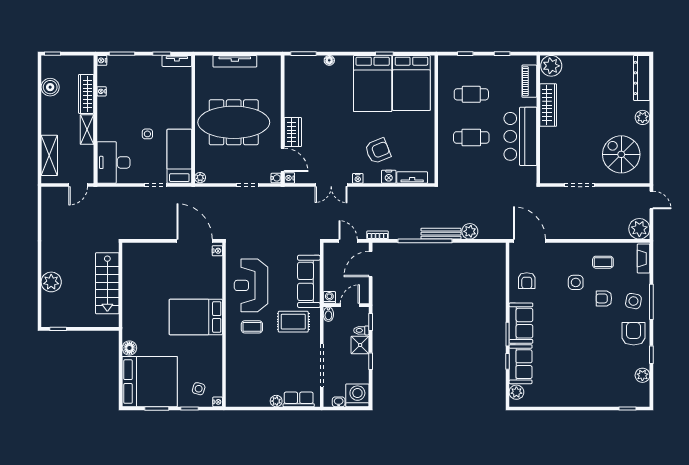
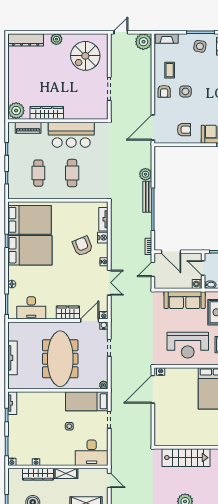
desk: (299, 85) -> (31, 308), added
armchair: (604, 298) -> (164, 91), moved

